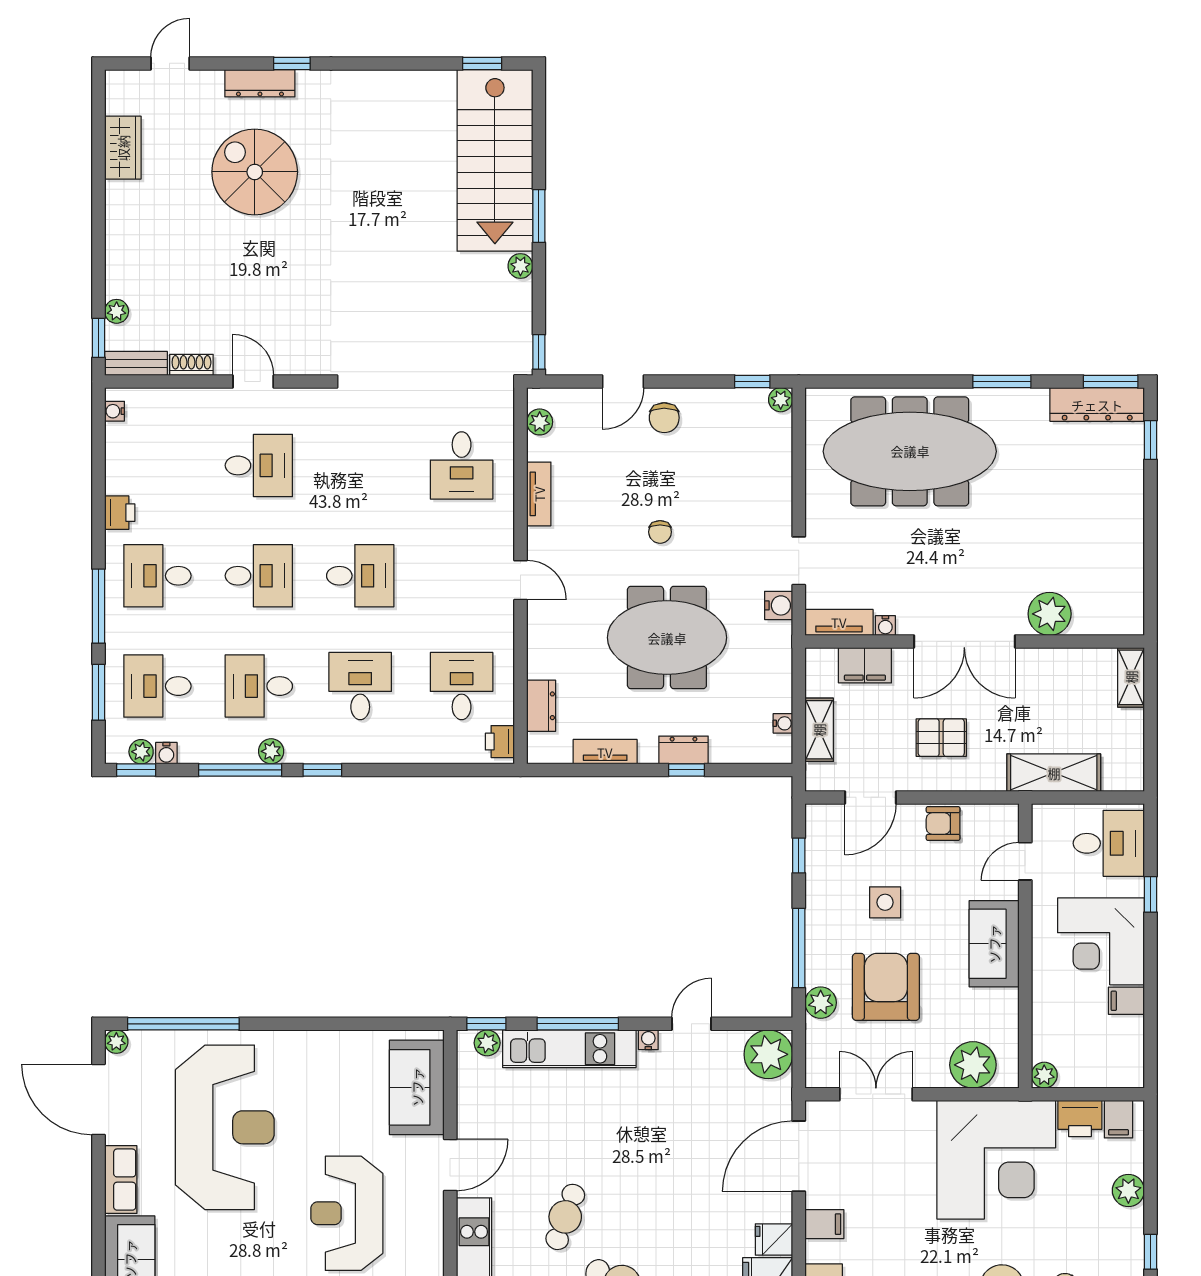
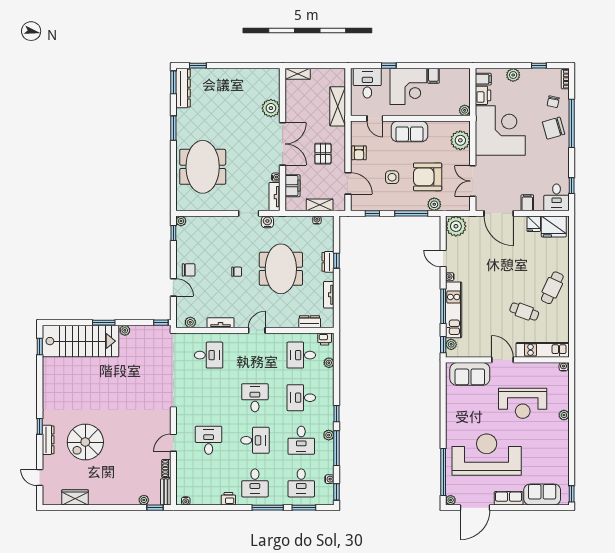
meeting table: (910, 451) -> (203, 167), width x0.73
desk: (259, 576) -> (255, 440), turned 90
plant: (141, 752) -> (329, 363), moved

